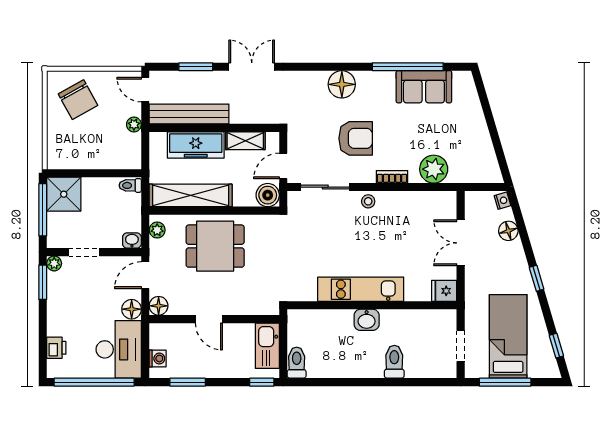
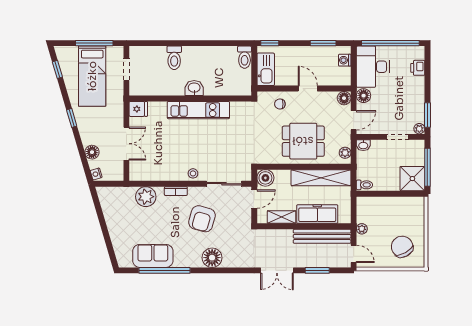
armchair: (356, 138) -> (202, 219), turned -74
chair: (248, 298) -> (280, 104), added

